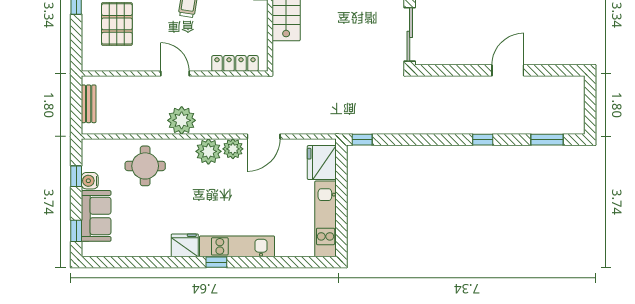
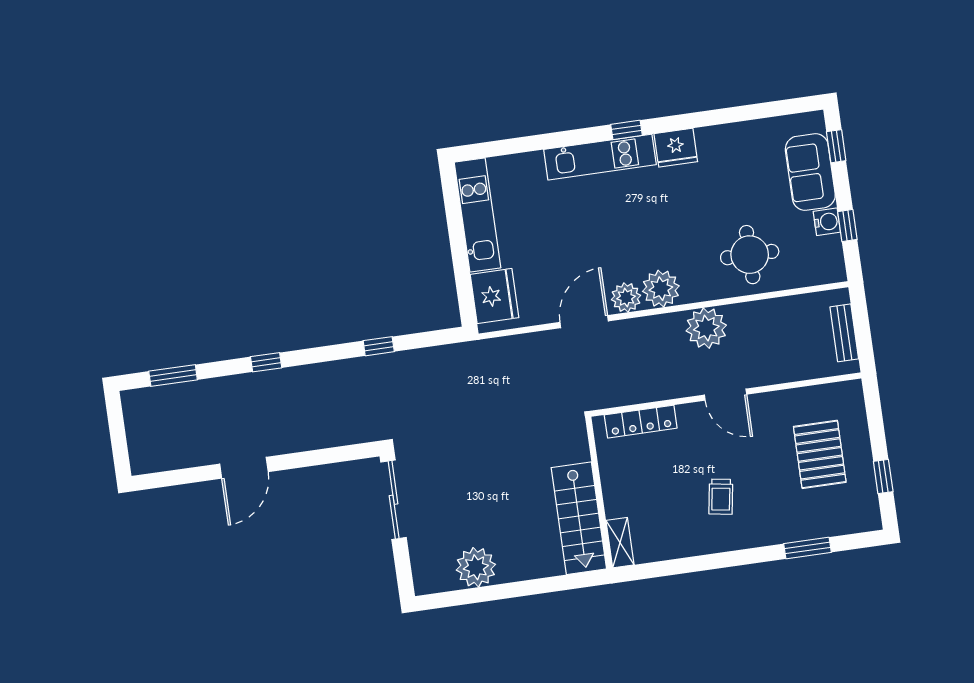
window: (362, 140) -> (379, 346), moved

